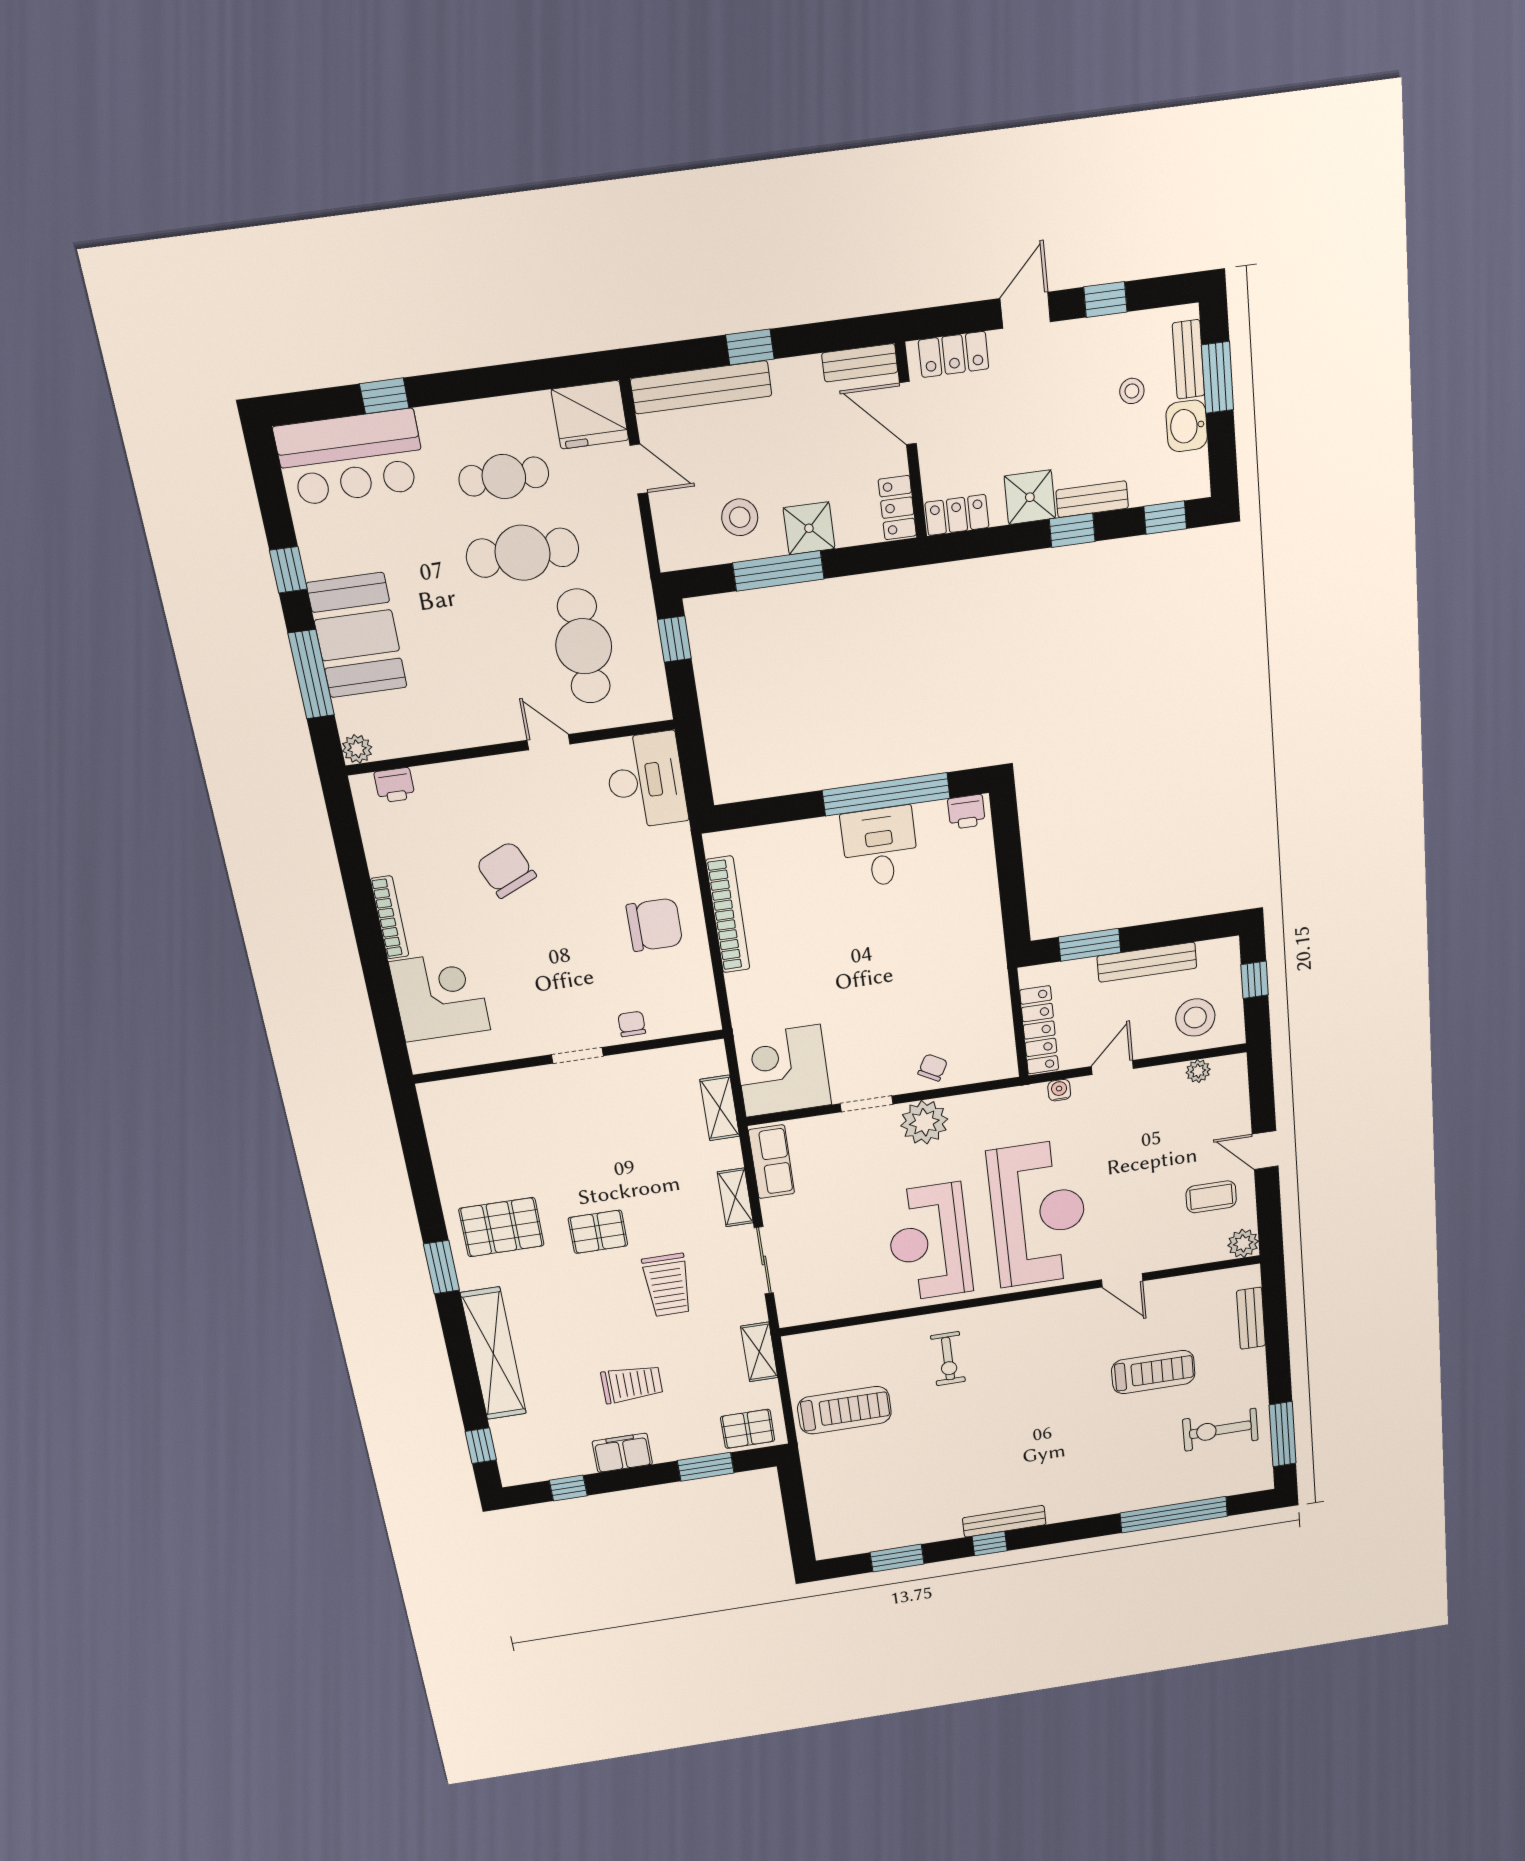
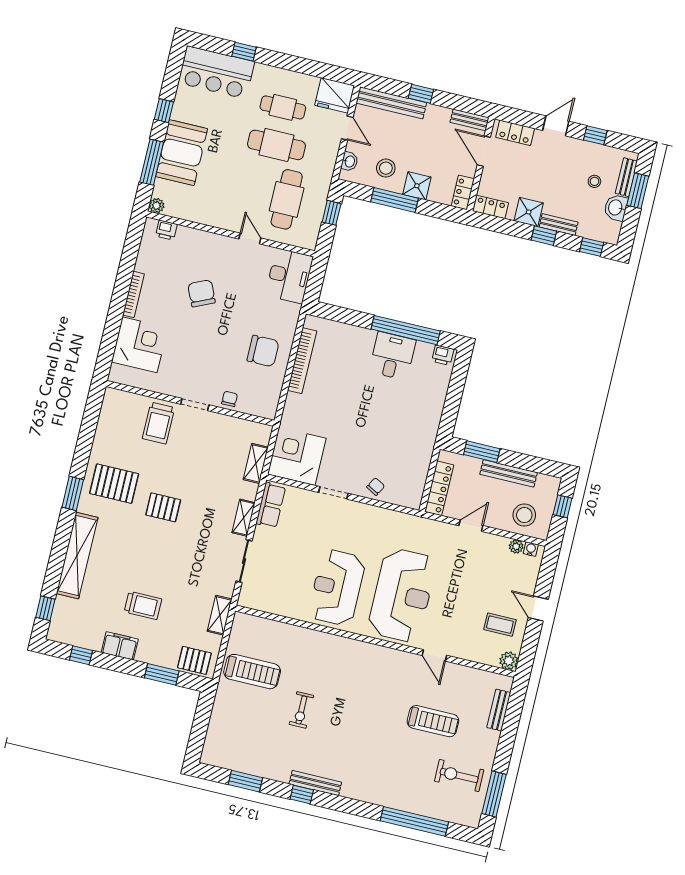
washbasin: (668, 531) -> (349, 161), added
water cooler: (1059, 1090) -> (531, 549), moved
plant: (924, 1122) -> (360, 516), removed
trolley: (667, 1285) -> (158, 423), moved
exercise bike: (948, 1359) -> (301, 710), moved

